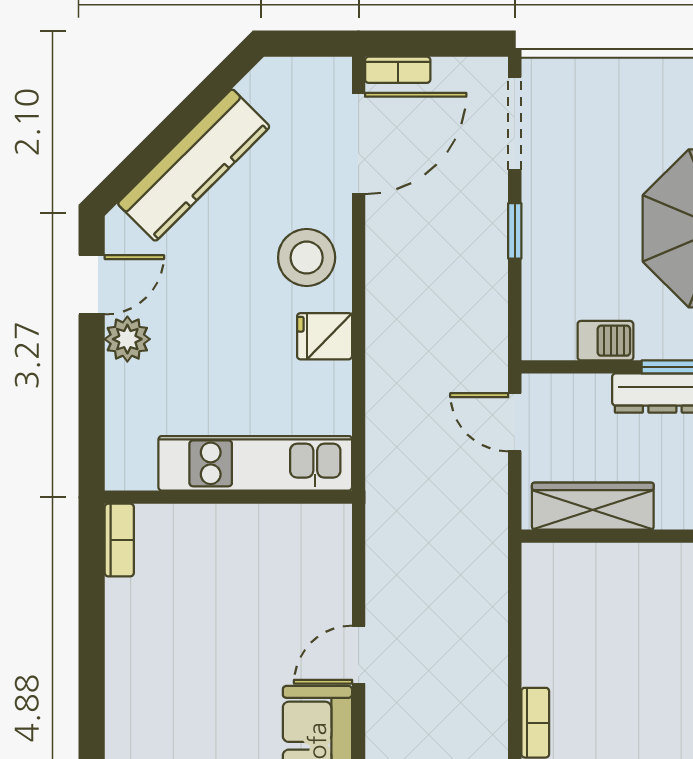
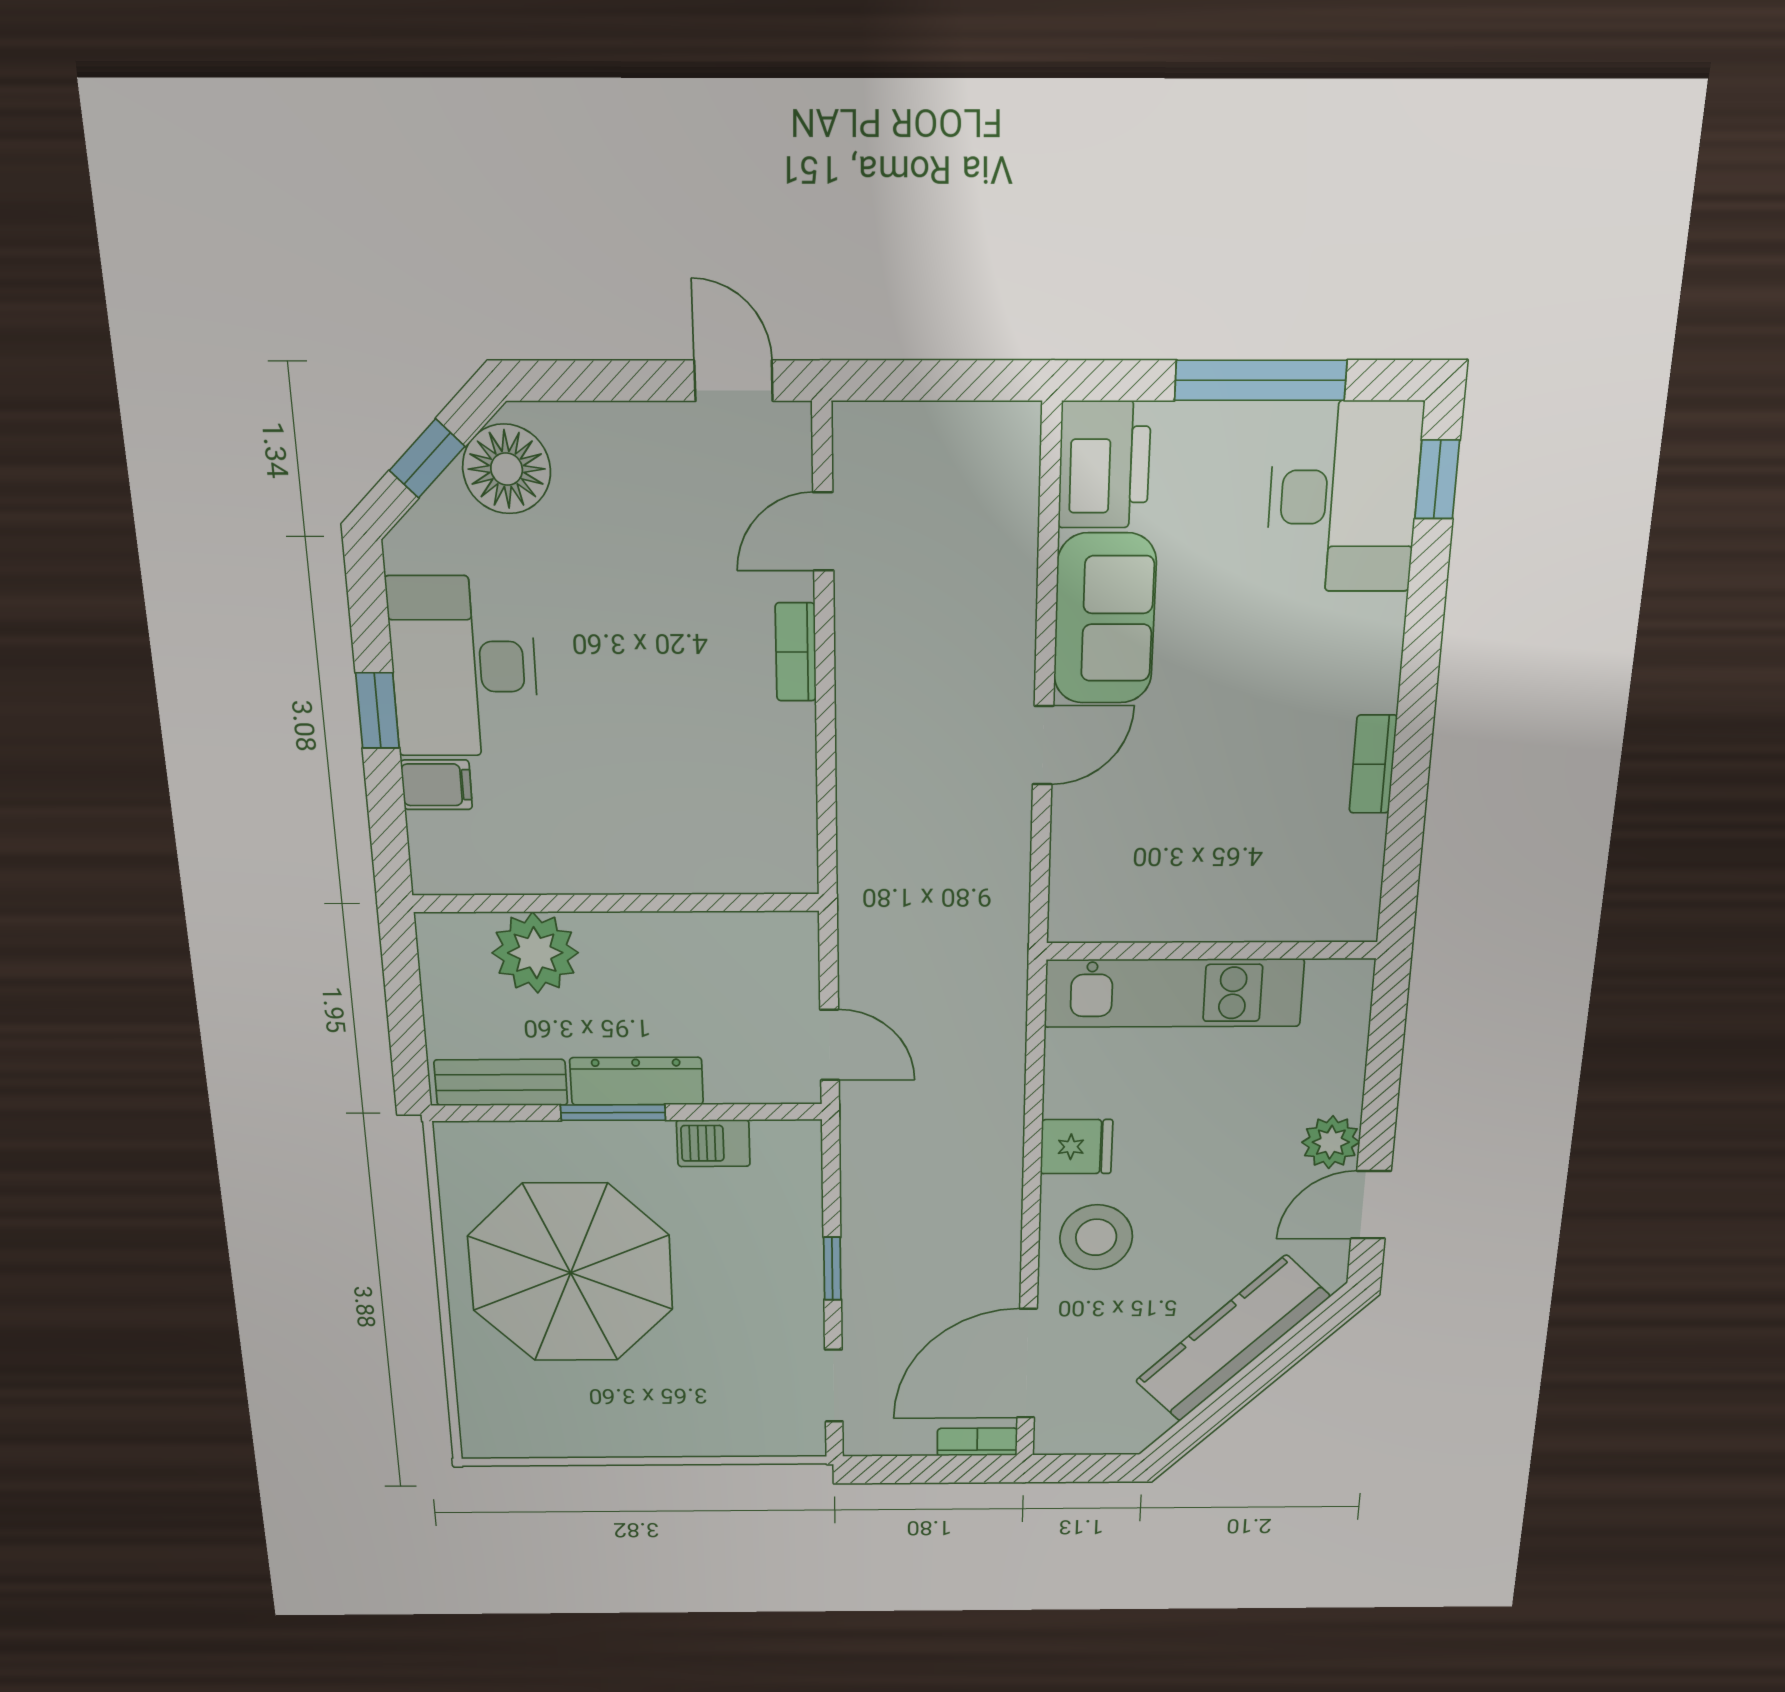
doorway: (515, 124) -> (834, 1386), width x0.73
wardrobe: (593, 506) -> (723, 941), removed
bookcase: (119, 540) -> (1373, 764), moved

